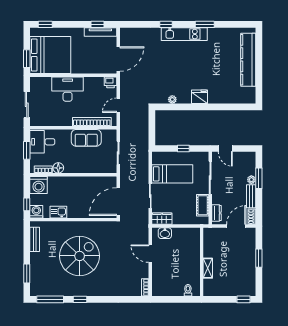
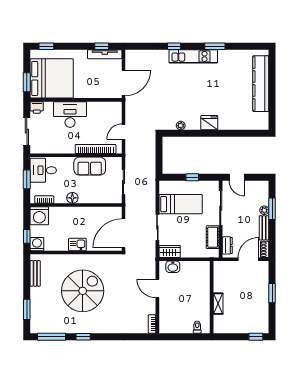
printer: (110, 82) -> (37, 107), moved
floor lamp: (58, 168) -> (72, 198), moved
kitchen sink: (58, 212) -> (77, 244), moved

